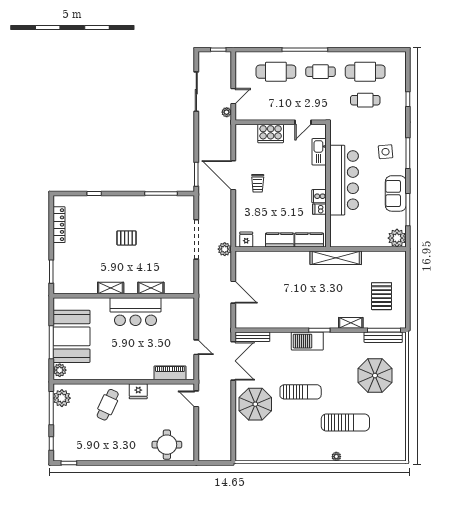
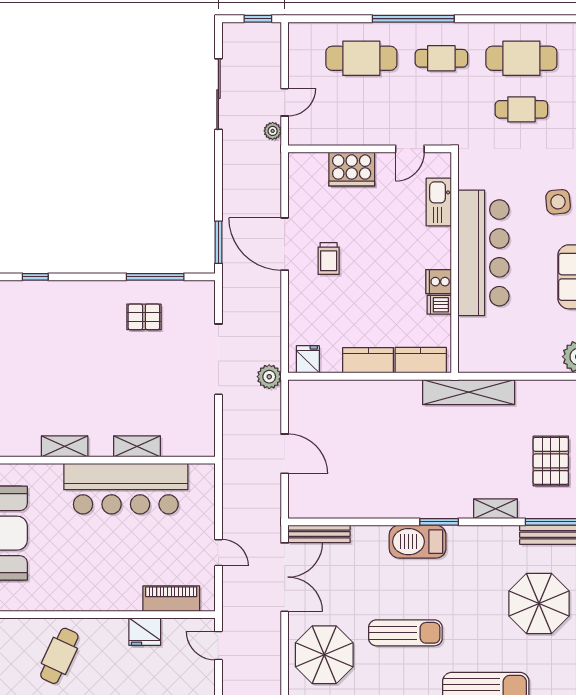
pallet: (126, 238) -> (144, 317), moved
bar counter: (135, 312) -> (126, 489), width x1.36
fridge: (138, 391) -> (145, 632), moved

